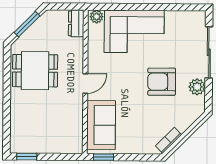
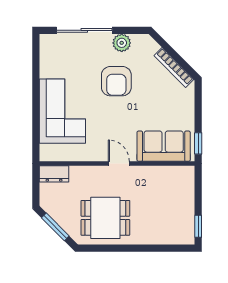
plant: (97, 17) -> (47, 152), removed
dining table: (35, 71) -> (105, 218), turned 90
bookcase: (169, 140) -> (174, 67), width x1.56

